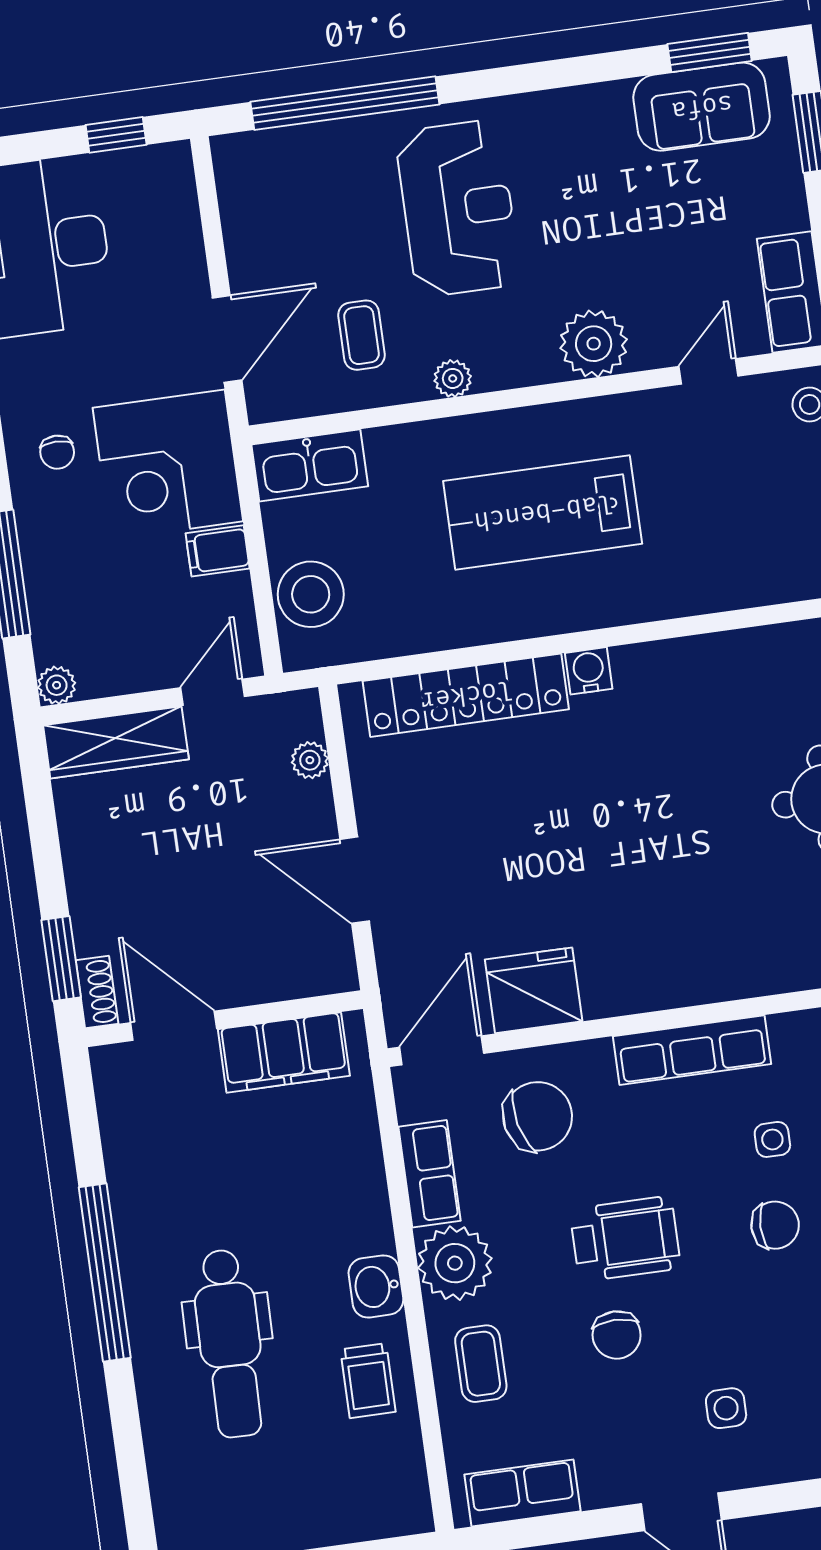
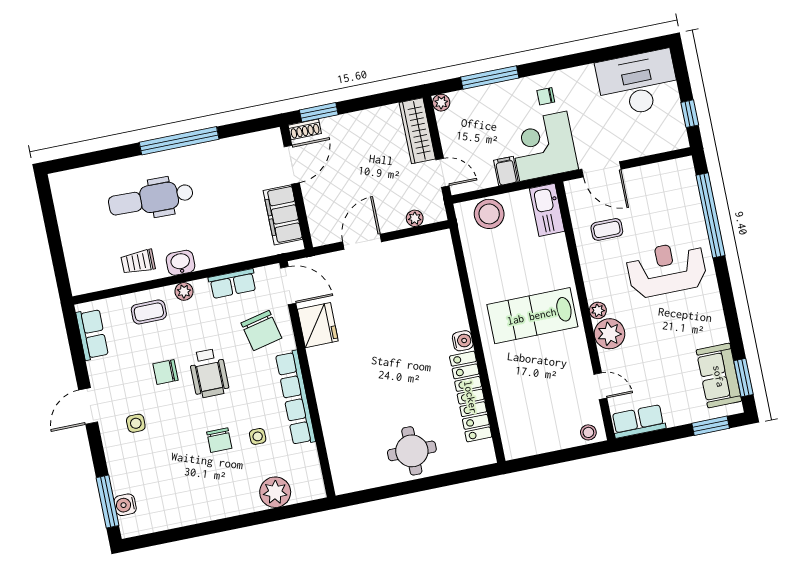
reception desk: (458, 208) -> (666, 269), turned 180
plant: (453, 378) -> (598, 310), moved
lab bench: (543, 512) -> (532, 316), turned -90
locker: (466, 695) -> (471, 397), moved
row of seats: (692, 1050) -> (295, 398), width x1.36
plant: (455, 1263) -> (184, 291), width x0.53, depth x0.53

